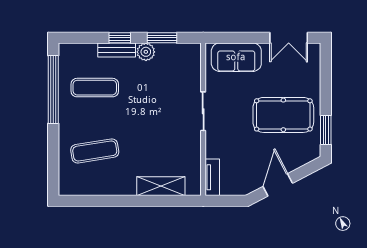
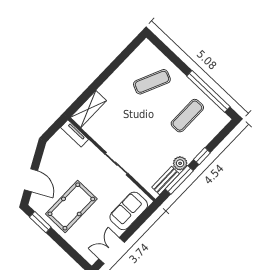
window: (162, 38) -> (179, 180), width x1.44
bench: (117, 50) -> (166, 181), moved
exercise mat: (95, 151) -> (152, 82), turned 33
door: (278, 185) -> (31, 180), moved
shelving: (161, 186) -> (88, 109), moved

